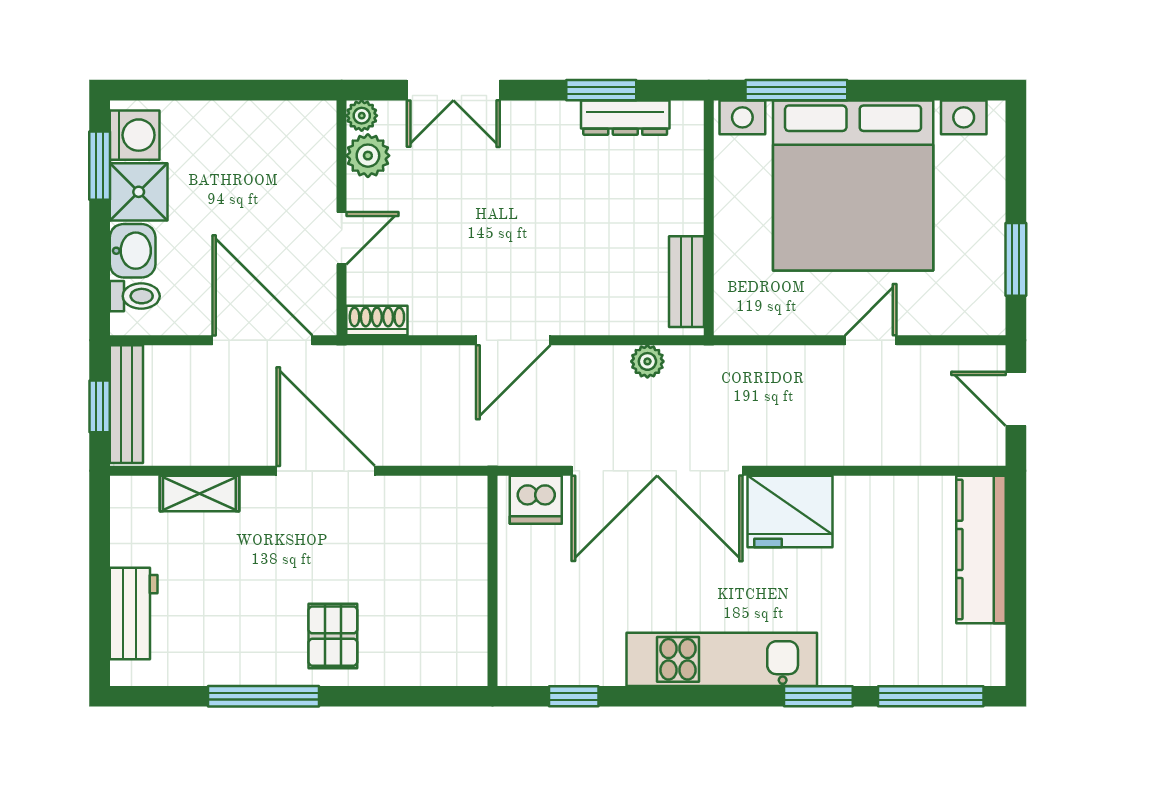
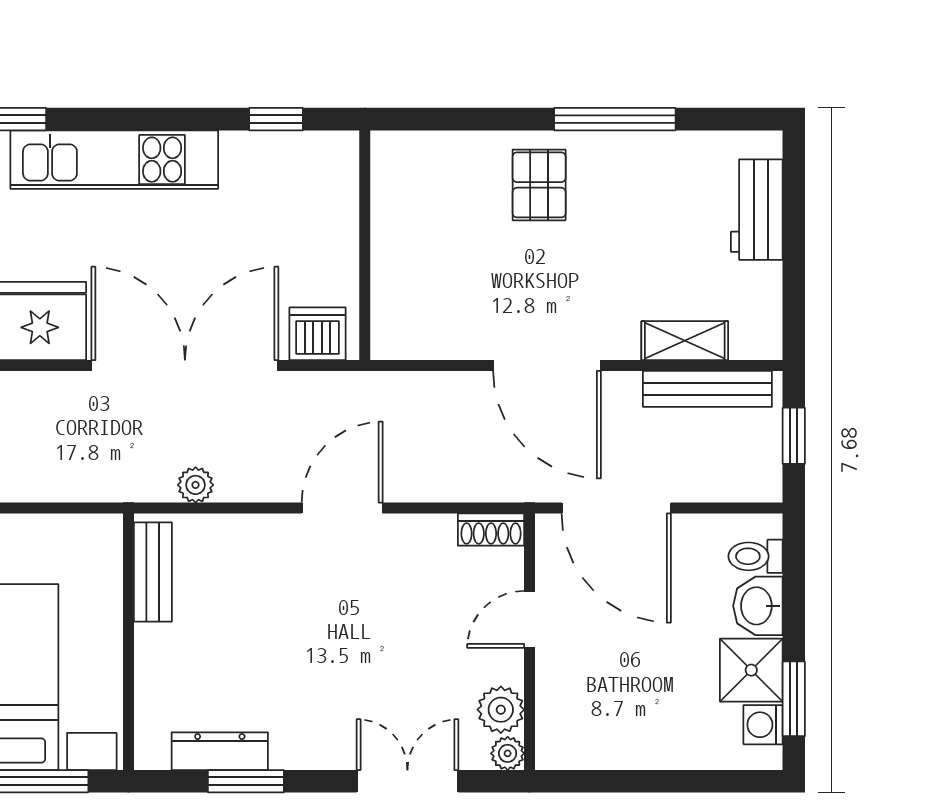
washing machine: (135, 135) -> (763, 725), width x0.73, depth x0.73
bench: (126, 404) -> (707, 389), moved, turned 90

